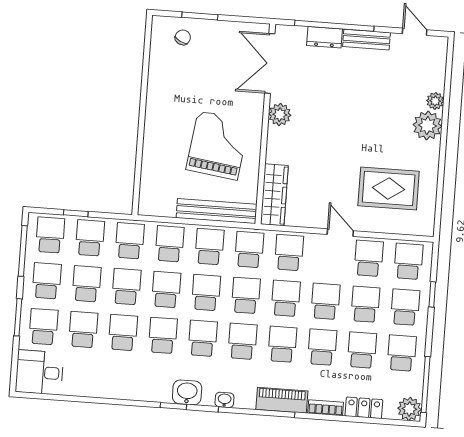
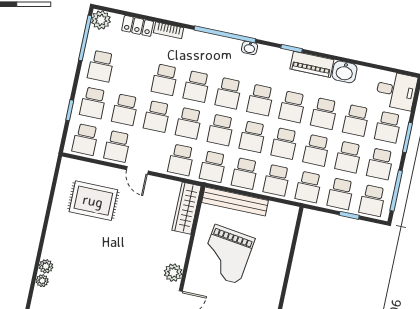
plant: (427, 126) -> (42, 281), moved, width x0.53, depth x0.53
school desk: (362, 350) -> (133, 73), removed
washbasin: (187, 392) -> (345, 72), moved
piano: (282, 400) -> (312, 64), moved

